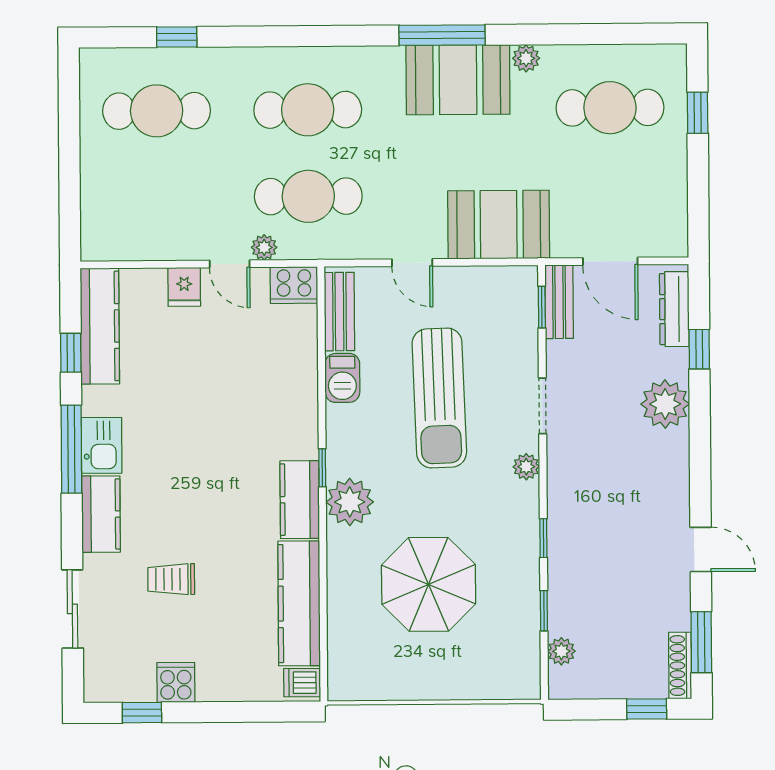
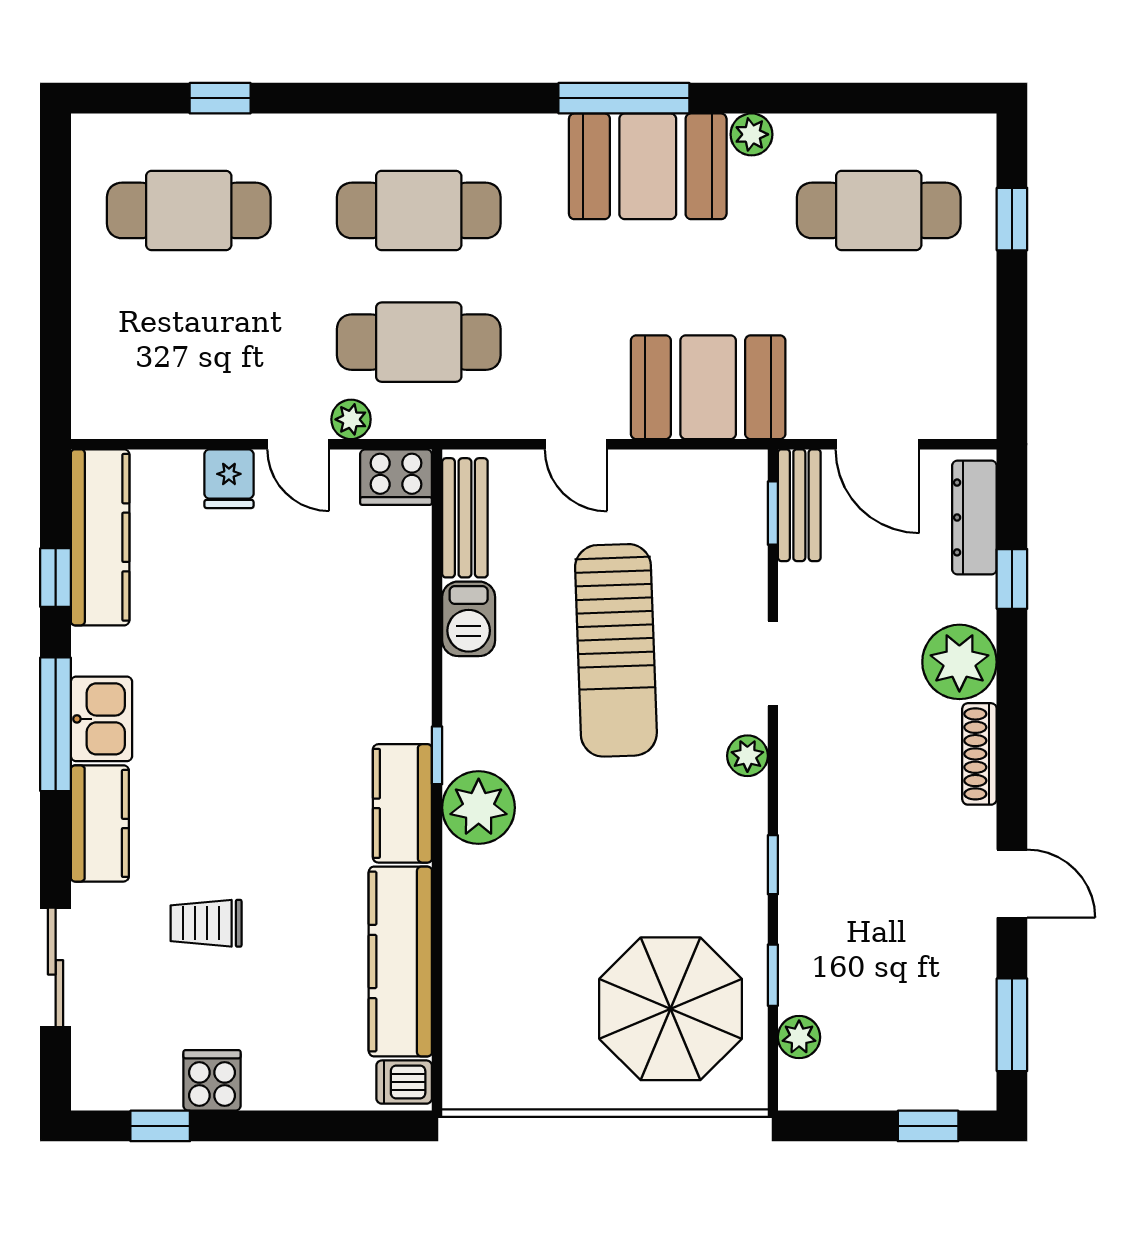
parasol: (429, 584) -> (671, 1009), moved
shoe rack: (680, 665) -> (979, 754), moved

